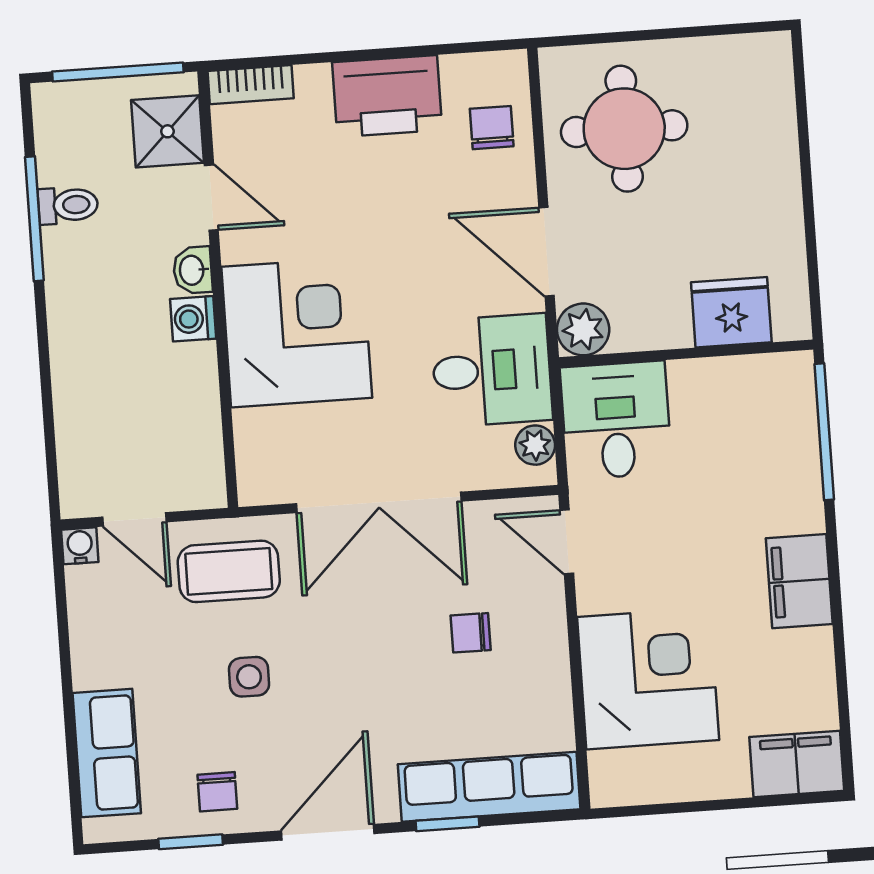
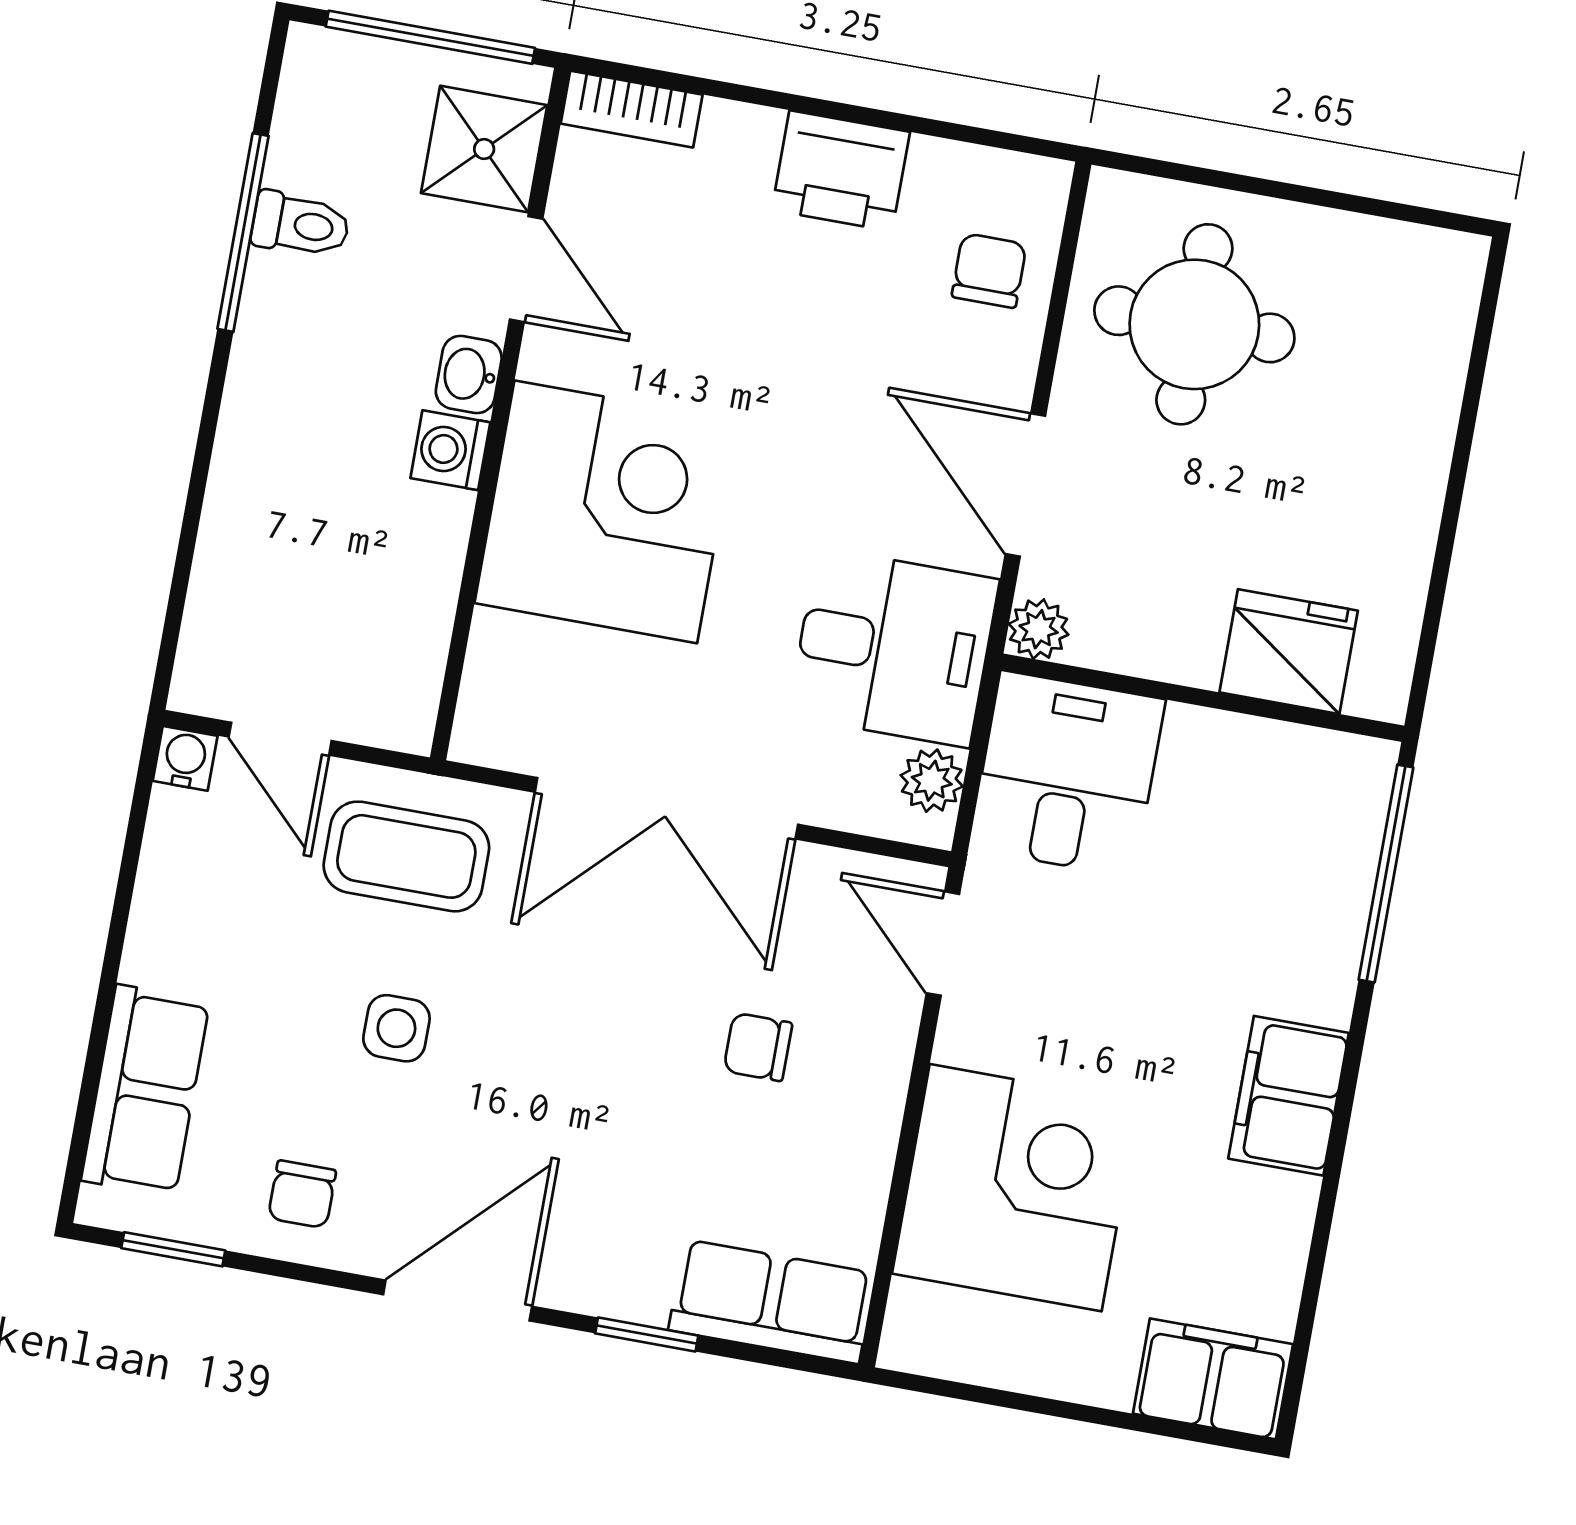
printer: (387, 96) -> (841, 171), width x0.73, depth x0.84
plant: (583, 329) -> (1039, 629), width x0.73, depth x0.73
row of seats: (489, 787) -> (772, 1302), width x0.68
window: (191, 842) -> (173, 1249), moved

